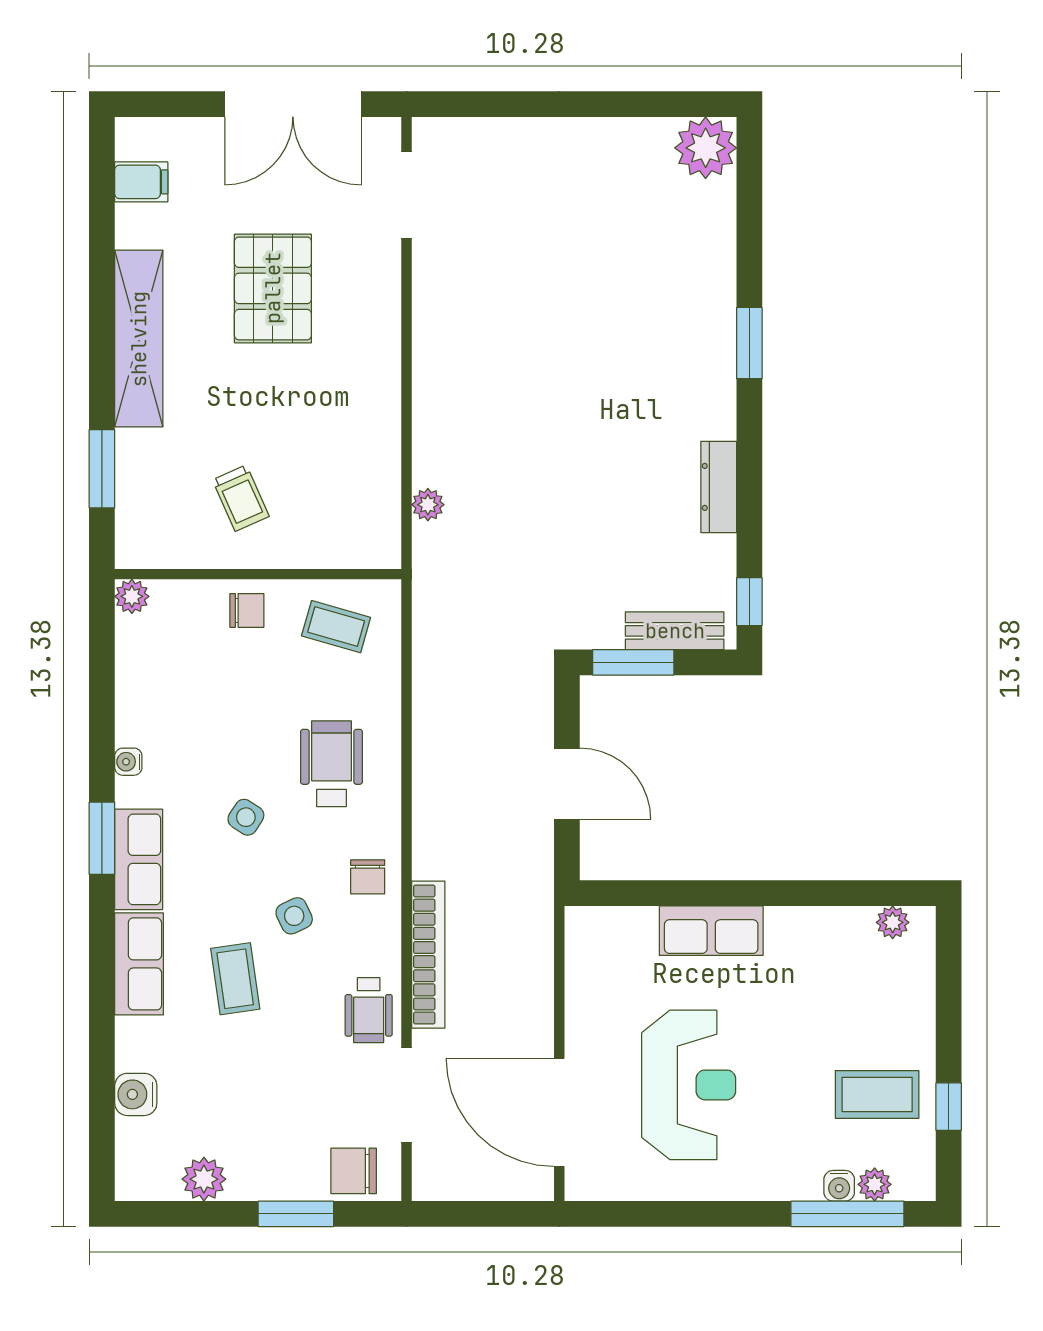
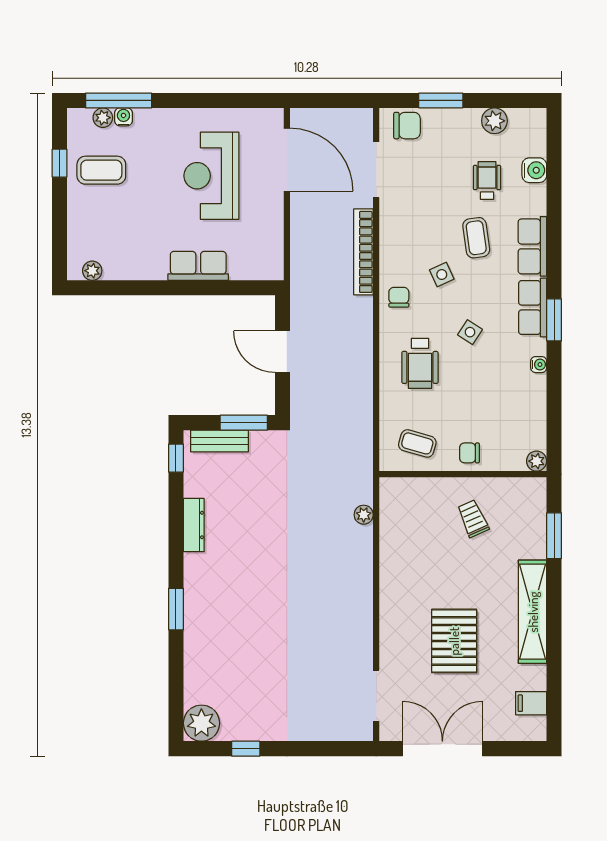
window: (630, 104) -> (246, 749), added
wheelchair: (369, 1010) -> (487, 181), moved

